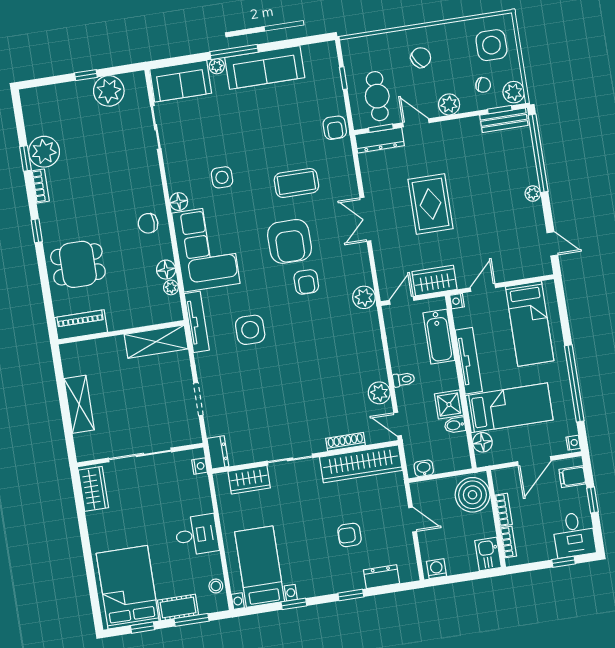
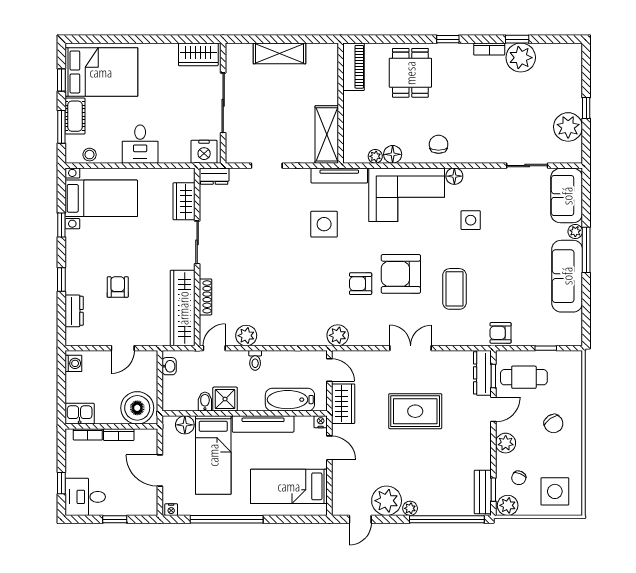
plant: (529, 219) -> (387, 501), added
nightstand: (199, 466) -> (204, 152), width x1.89, depth x1.79
filing cabinet: (572, 477) -> (140, 504), removed

